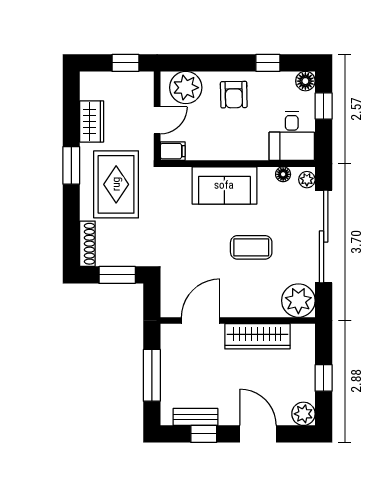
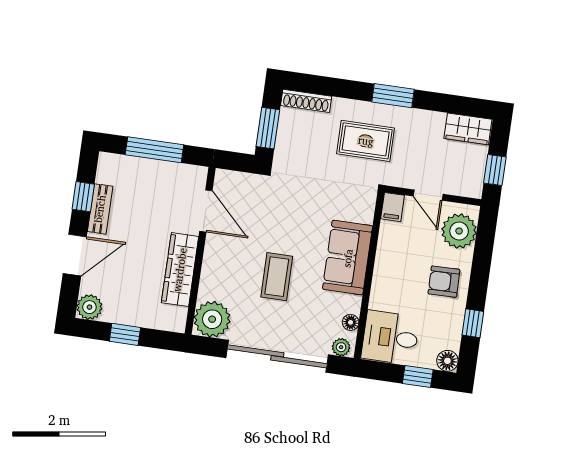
wardrobe: (92, 121) -> (468, 129), moved
rug: (116, 184) -> (366, 141), width x0.73, depth x0.70
bench: (195, 417) -> (100, 209), moved

